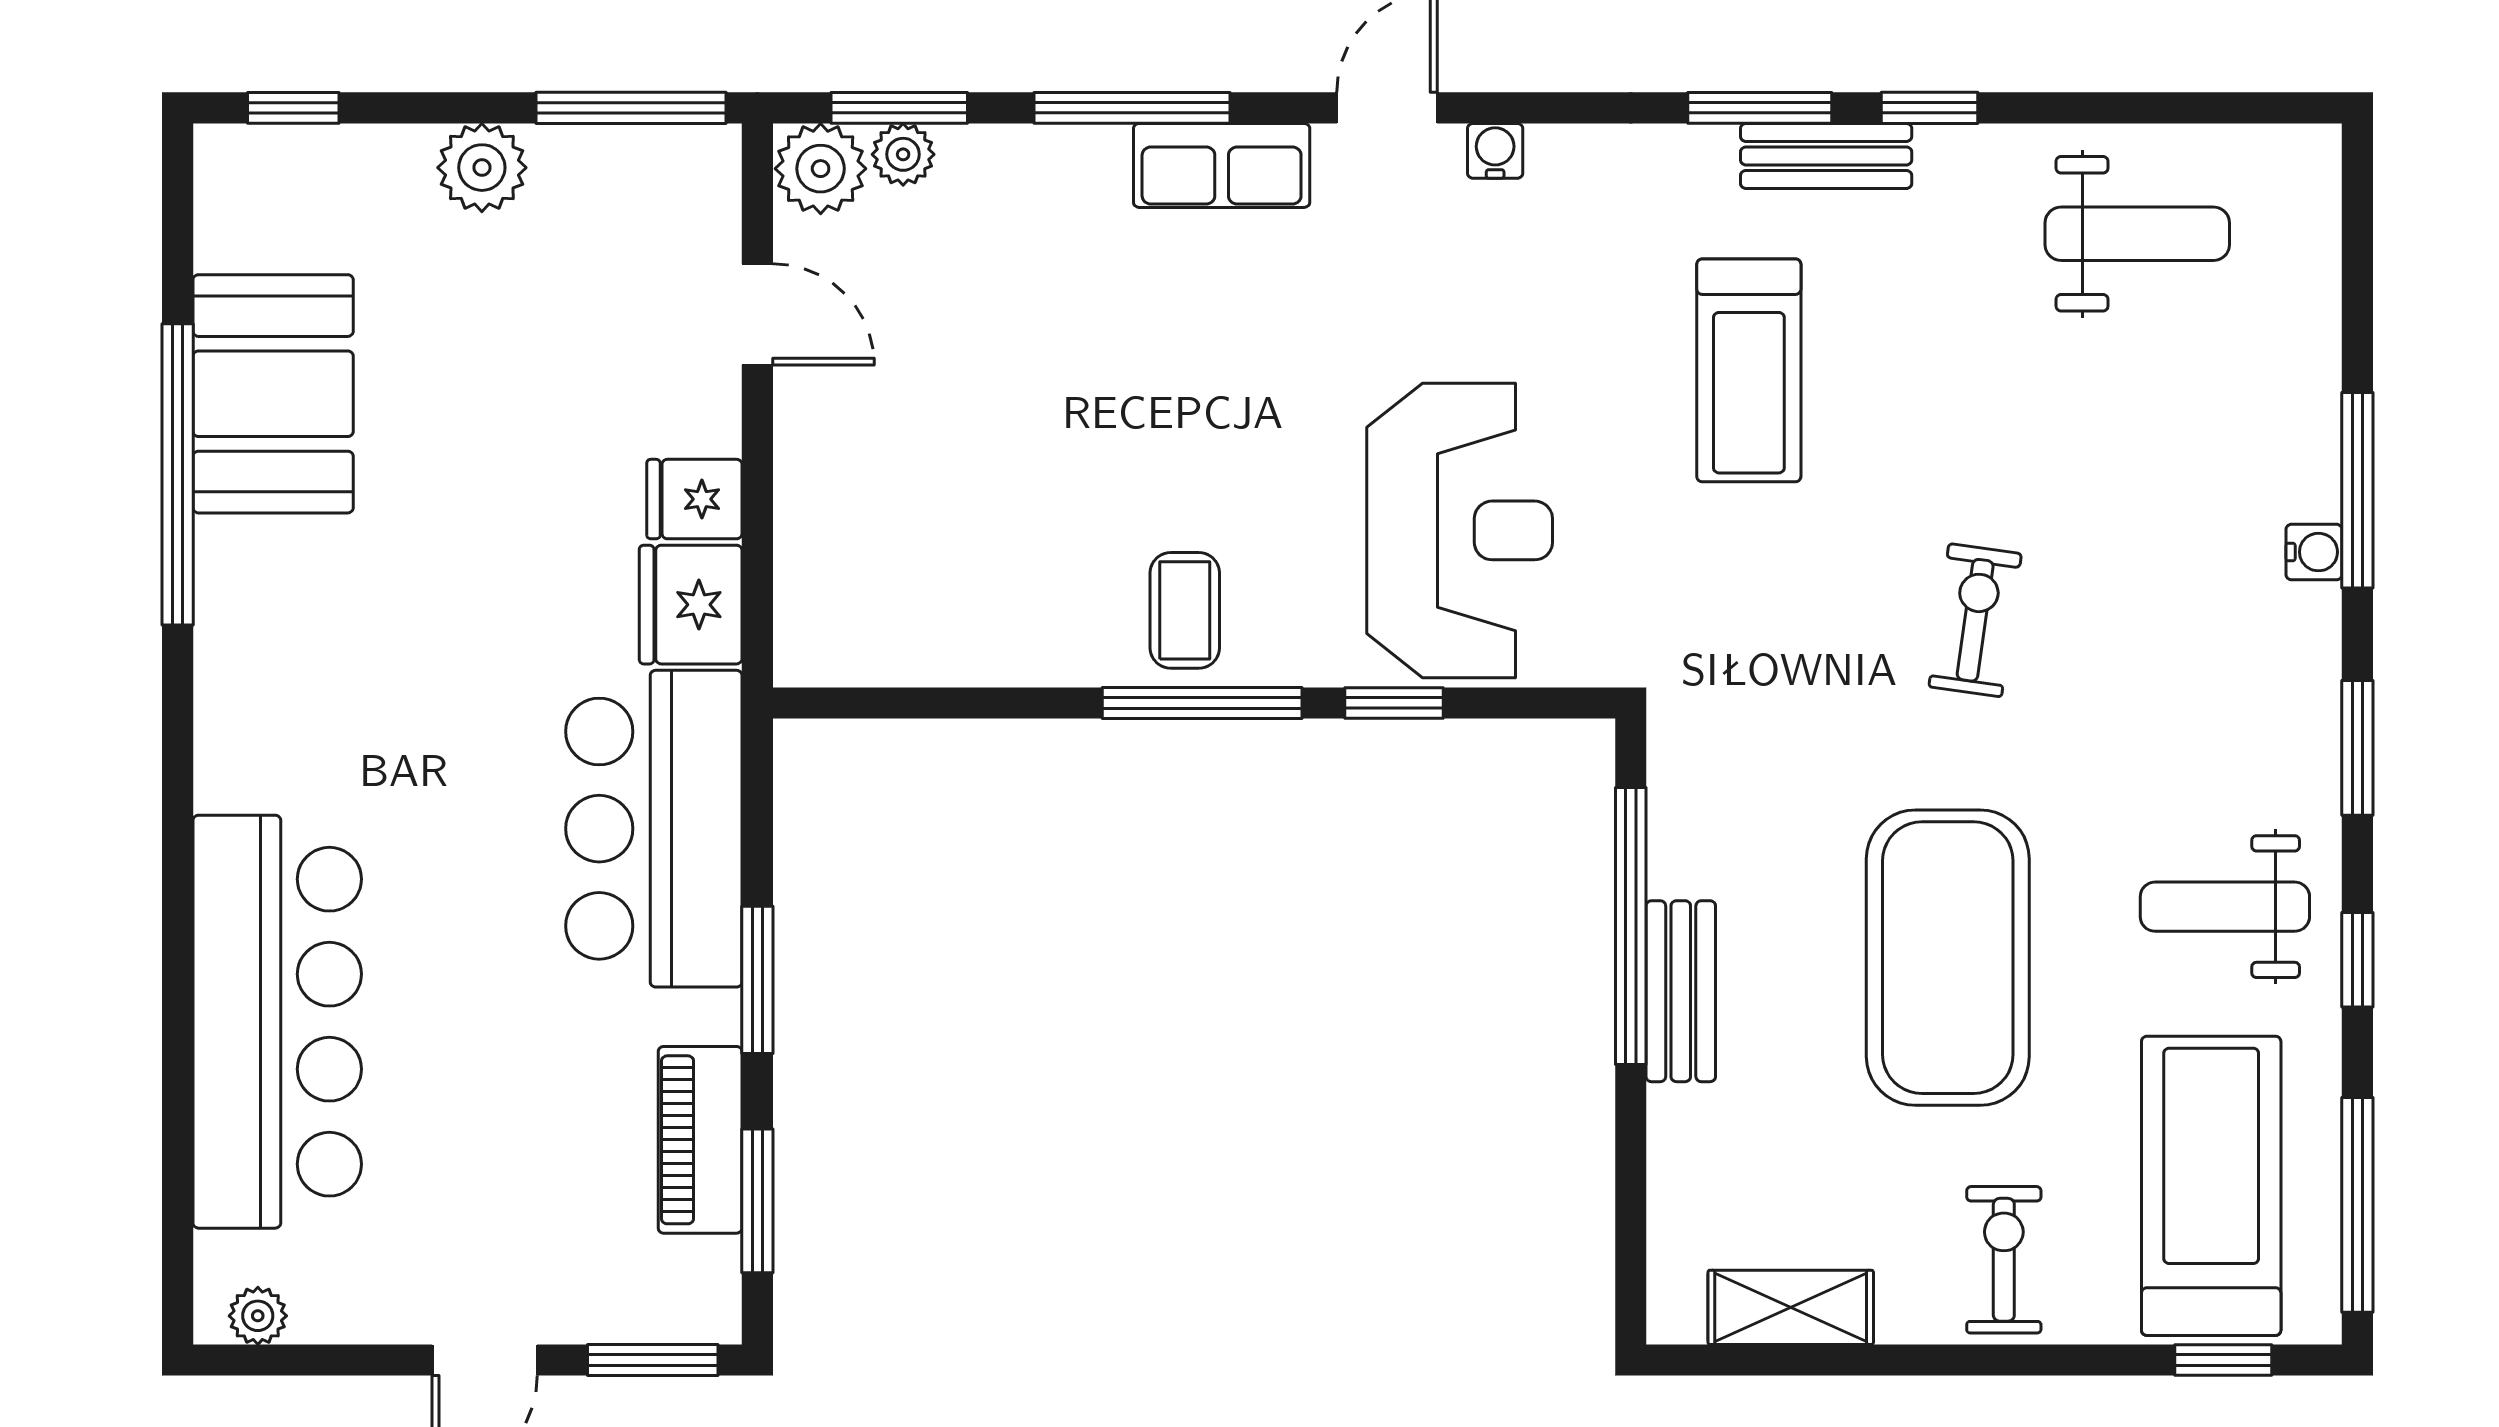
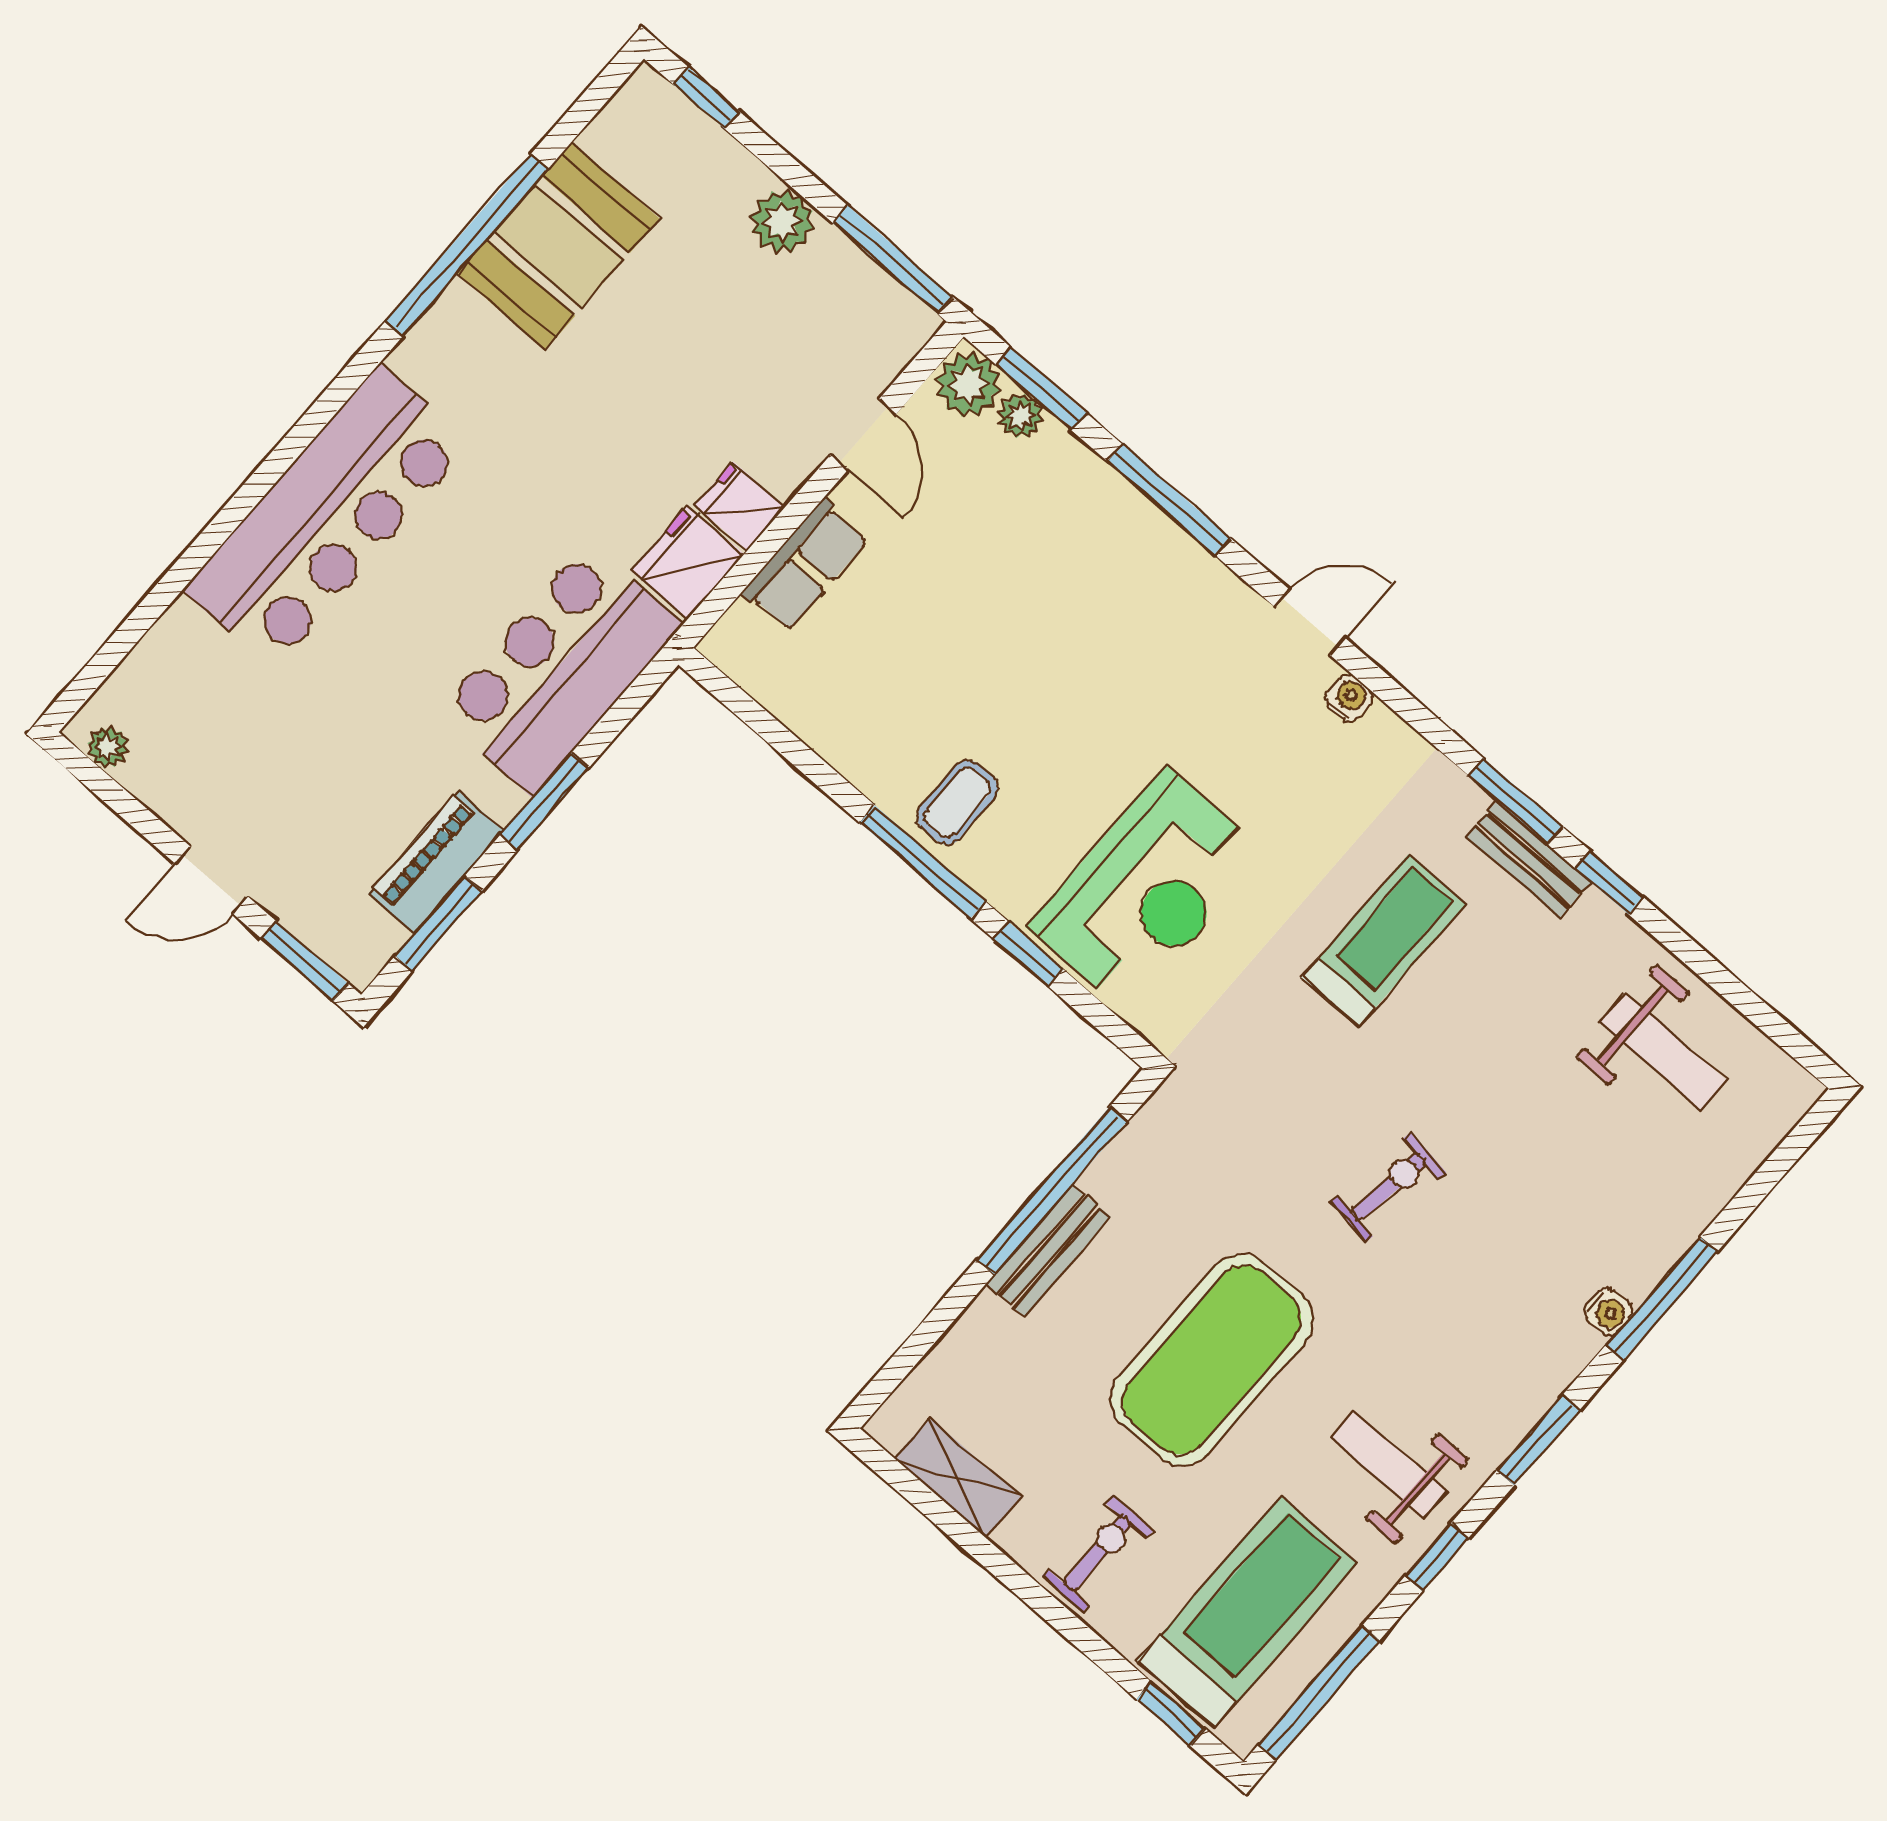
row of seats: (1222, 165) -> (805, 565), moved, turned -90
treadmill: (1749, 370) -> (1384, 941), turned 180
bar counter: (277, 1022) -> (327, 517), moved

